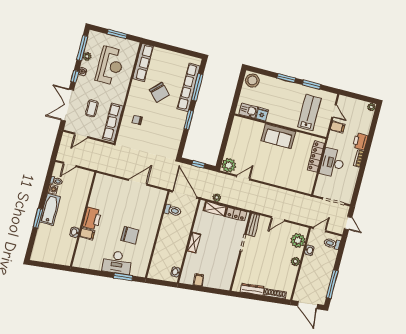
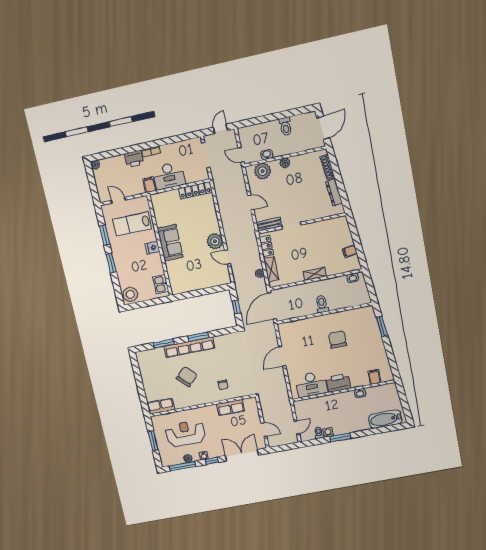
row of seats: (143, 62) -> (161, 406), width x0.68
row of seats: (189, 87) -> (189, 347), moved
window: (197, 87) -> (164, 344), width x0.69
double door: (67, 105) -> (242, 455), swing flipped
coffee table: (92, 108) -> (234, 432), removed
door: (334, 111) -> (118, 200), hinge flipped
fridge: (262, 114) -> (152, 248), moved
row of seats: (113, 122) -> (231, 407), width x0.68
filing cabinet: (338, 127) -> (149, 185), moved
locker: (316, 156) -> (195, 190), moved
door: (70, 165) -> (297, 427), hinge flipped
plant: (229, 165) -> (215, 241), moved
door: (138, 182) -> (282, 356), hinge flipped
bathtub: (50, 209) -> (385, 419), moved
toilet: (173, 210) -> (322, 304), moved
window: (38, 218) -> (340, 437), moved
filing cabinet: (87, 234) -> (375, 377), moved
toilet: (332, 244) -> (286, 126), moved
desk: (117, 262) -> (311, 384), moved, turned 96
window: (332, 284) -> (290, 113), removed

